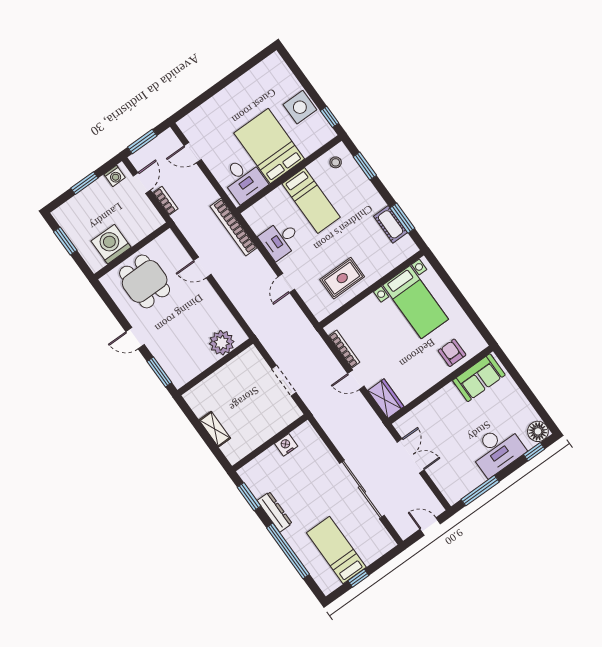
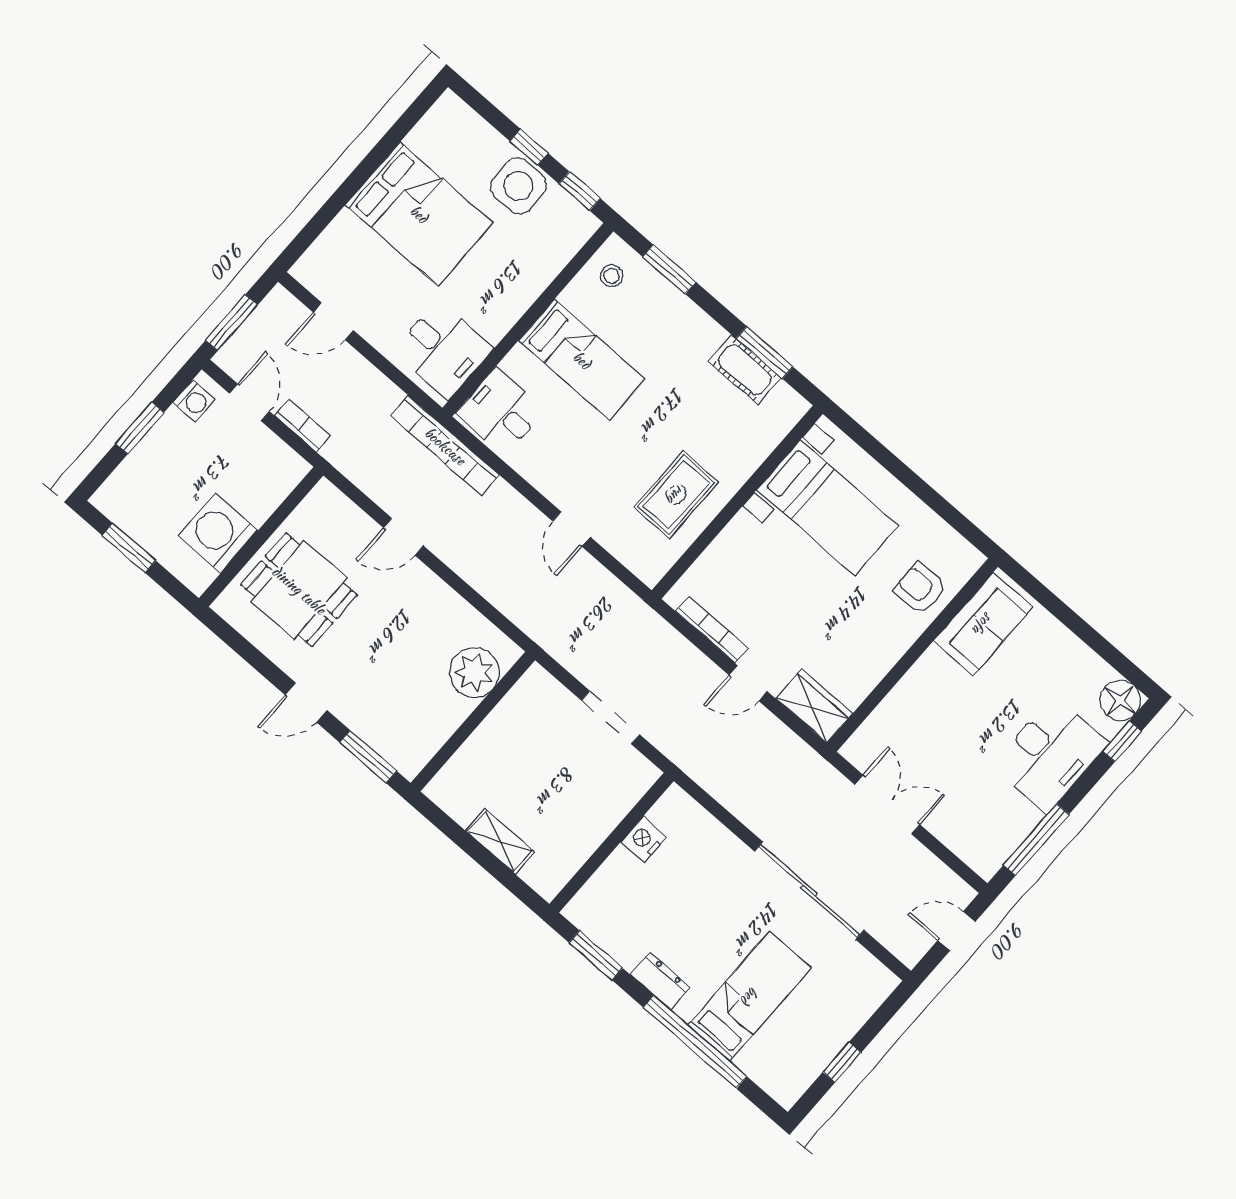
window: (310, 89) -> (529, 147), added
bed: (269, 146) -> (419, 214), moved, turned 180
desk: (280, 240) -> (501, 411), moved, turned 90
dresser: (275, 512) -> (661, 981), width x0.70
bed: (336, 550) -> (750, 996), moved, turned 90

